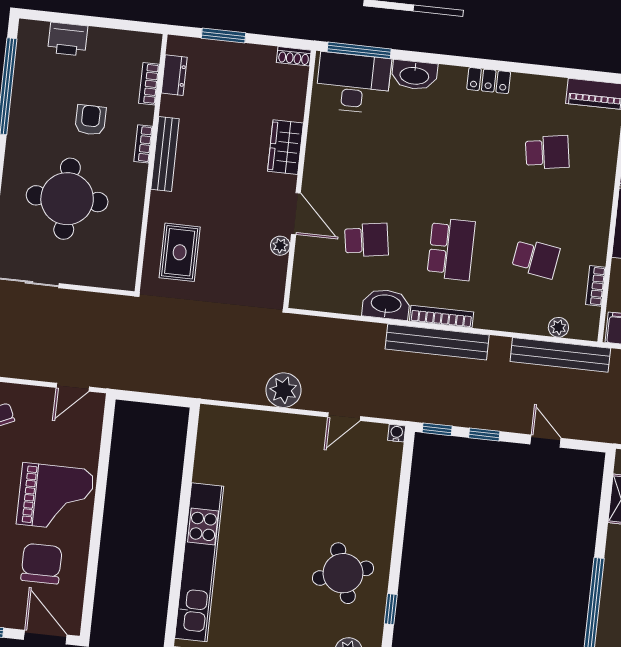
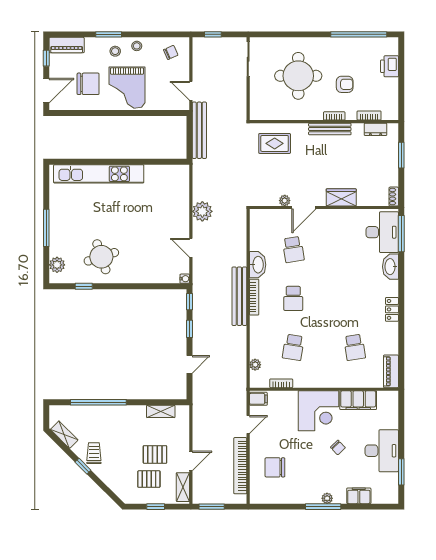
school desk: (451, 249) -> (293, 298), width x0.54
bench: (560, 355) -> (199, 130), moved

